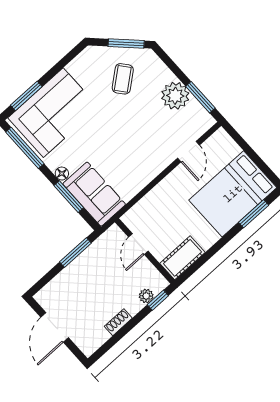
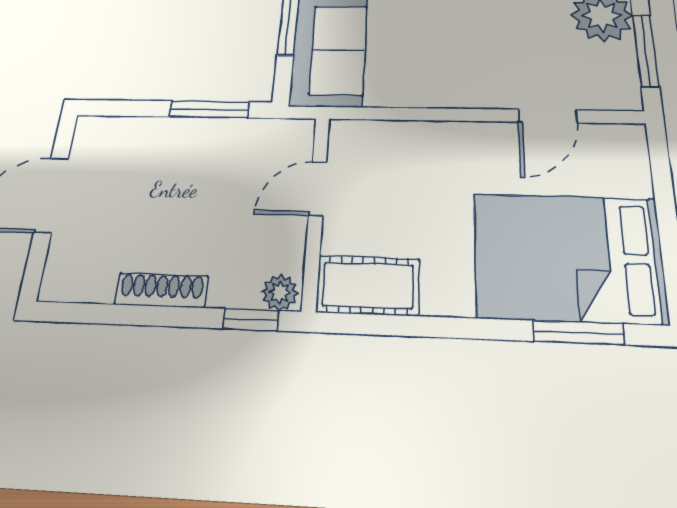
plant: (146, 296) -> (280, 292), moved
shoe rack: (118, 322) -> (162, 290), width x1.43

